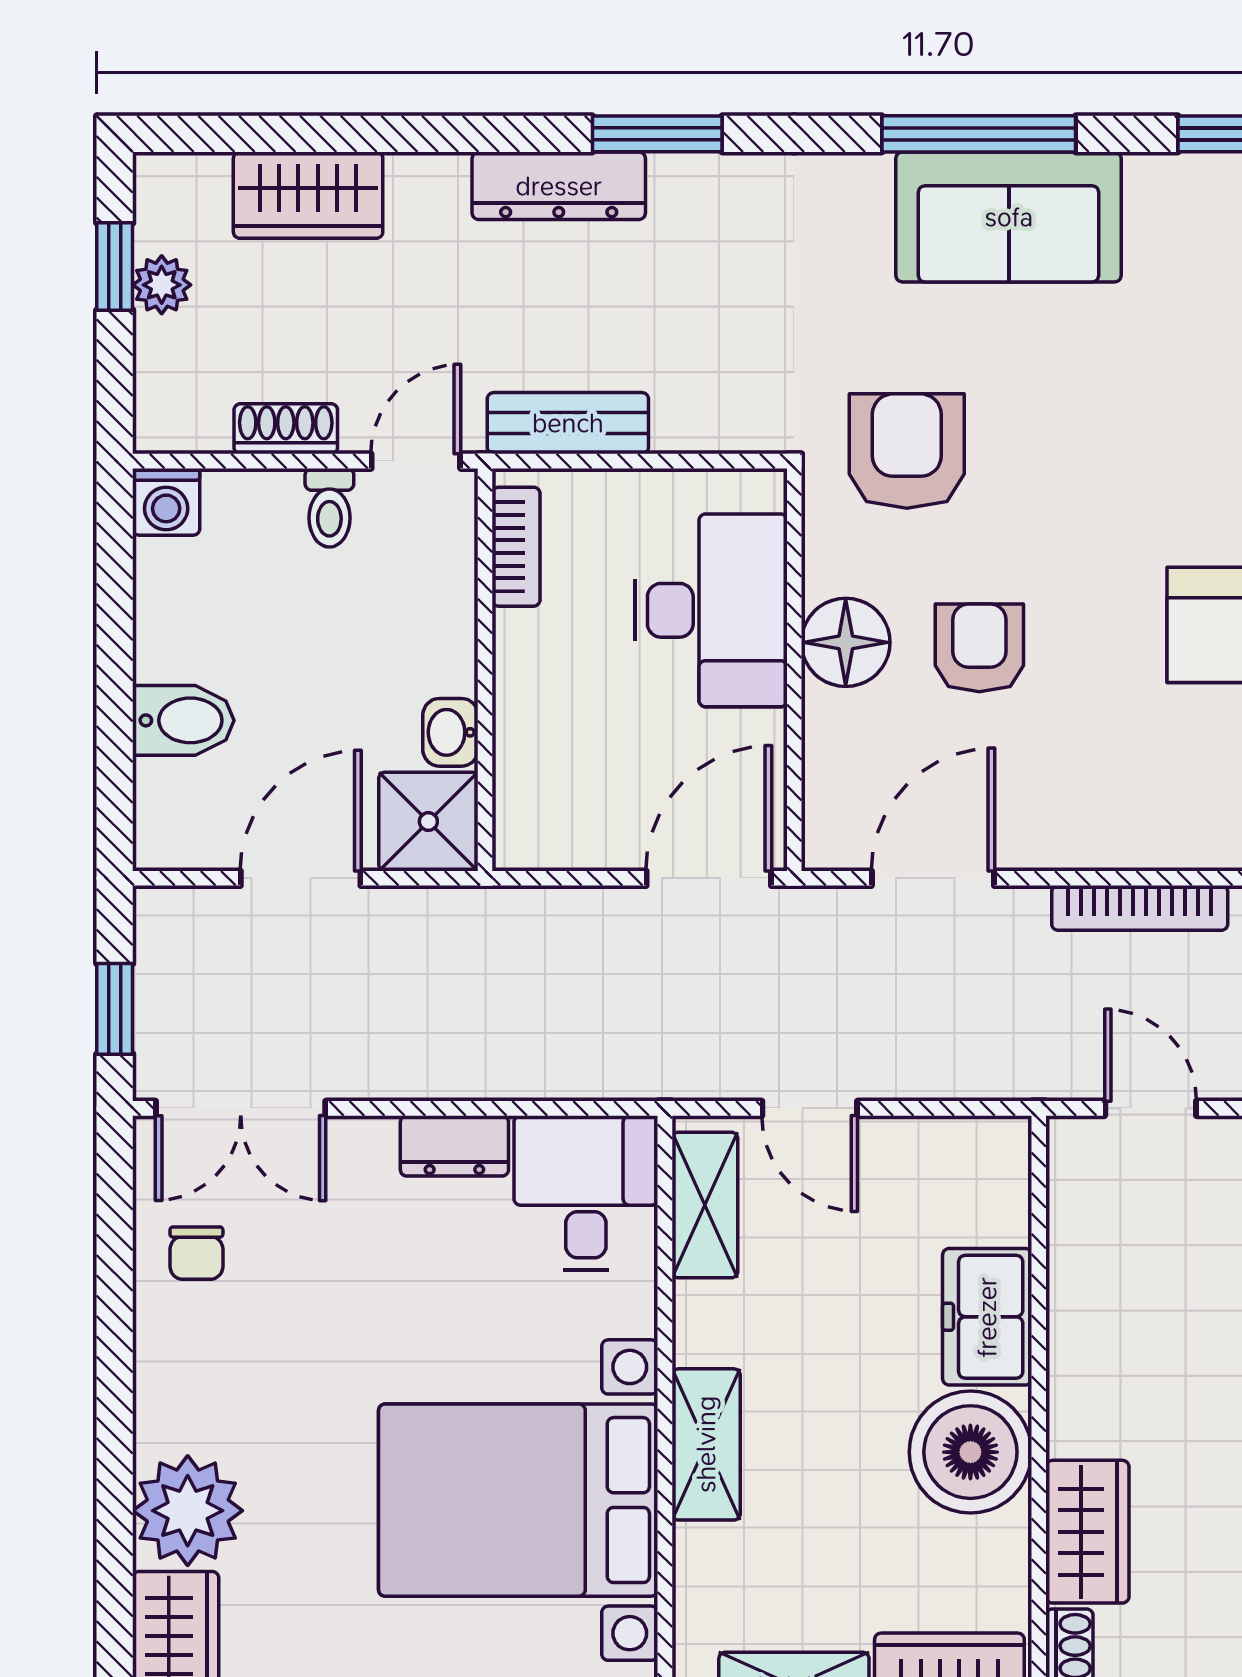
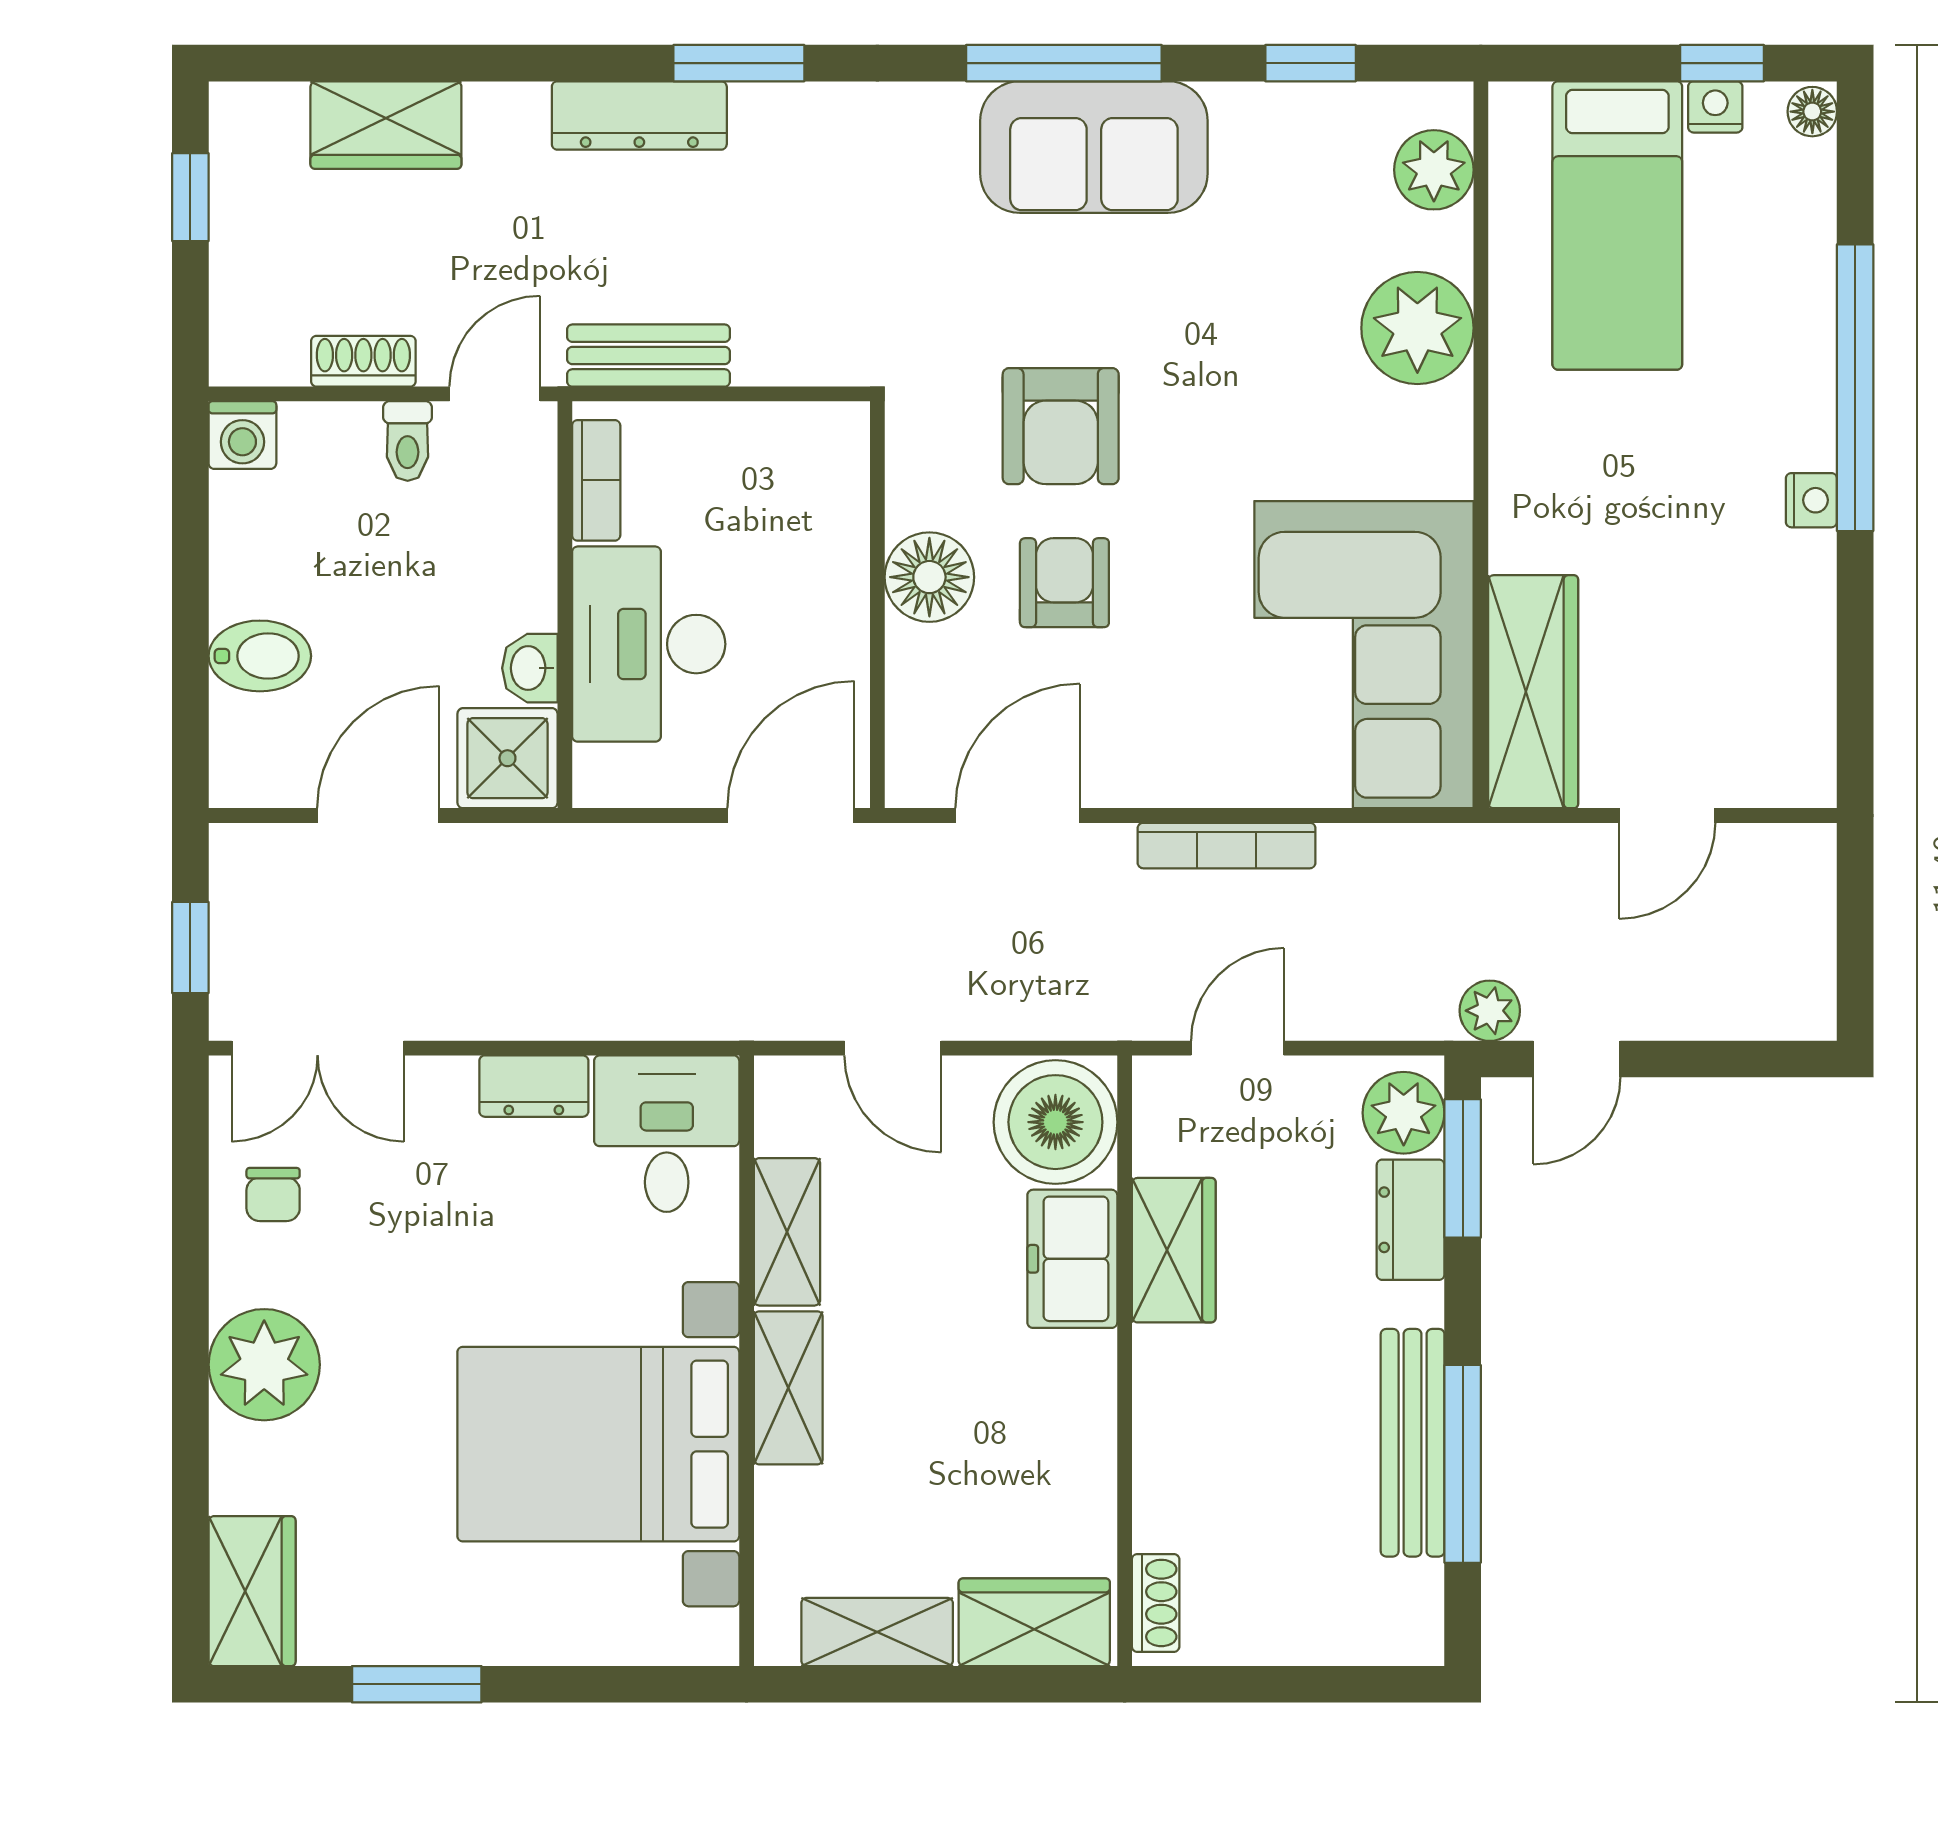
plant: (162, 285) -> (238, 216), removed
armchair: (907, 451) -> (1061, 426), moved, turned 180
desk: (711, 610) -> (649, 644), moved, turned 180
door: (1151, 1108) -> (1238, 1048), hinge flipped
shelving: (705, 1205) -> (787, 1232), moved
boiler: (970, 1452) -> (1055, 1122), moved
plant: (188, 1511) -> (264, 1365), moved
wardrobe: (1087, 1532) -> (1174, 1250), moved

